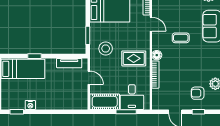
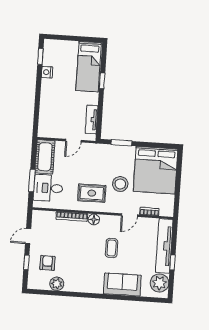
stool: (106, 49) -> (120, 184), moved
rug: (134, 58) -> (92, 193), turned 90

